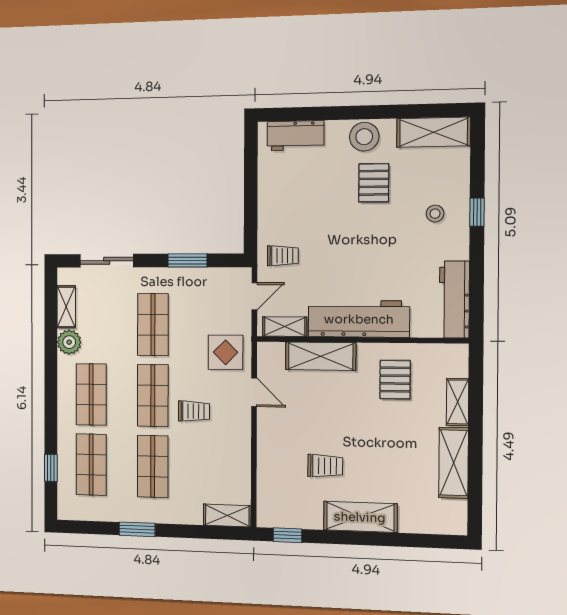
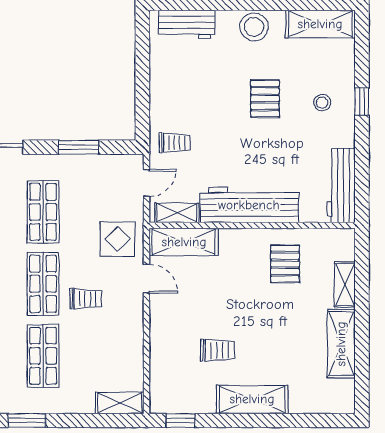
pallet: (374, 183) -> (265, 99), moved
shelving: (321, 356) -> (184, 242), moved

